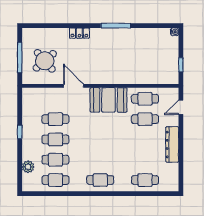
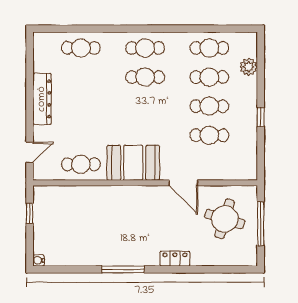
round table: (45, 61) -> (225, 219), turned -32
cafe table: (145, 119) -> (145, 77), moved

